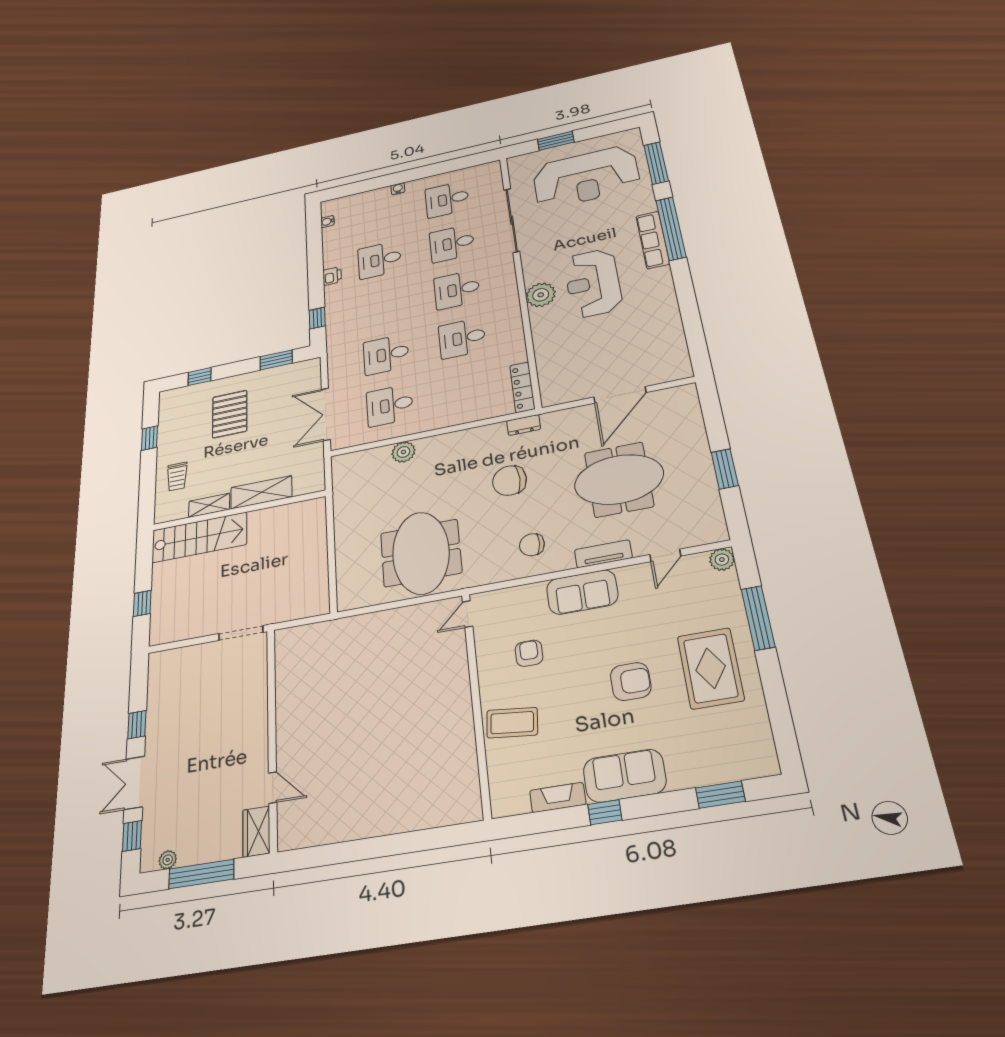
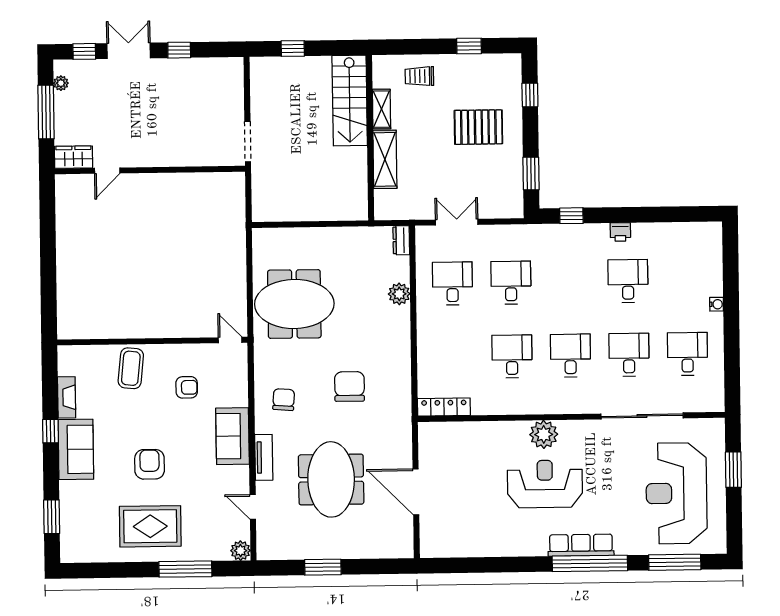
water cooler: (327, 222) -> (693, 229), removed
double door: (326, 414) -> (457, 222), width x0.73
dresser: (524, 425) -> (401, 240), moved
armchair: (631, 681) -> (150, 464), turned 180

